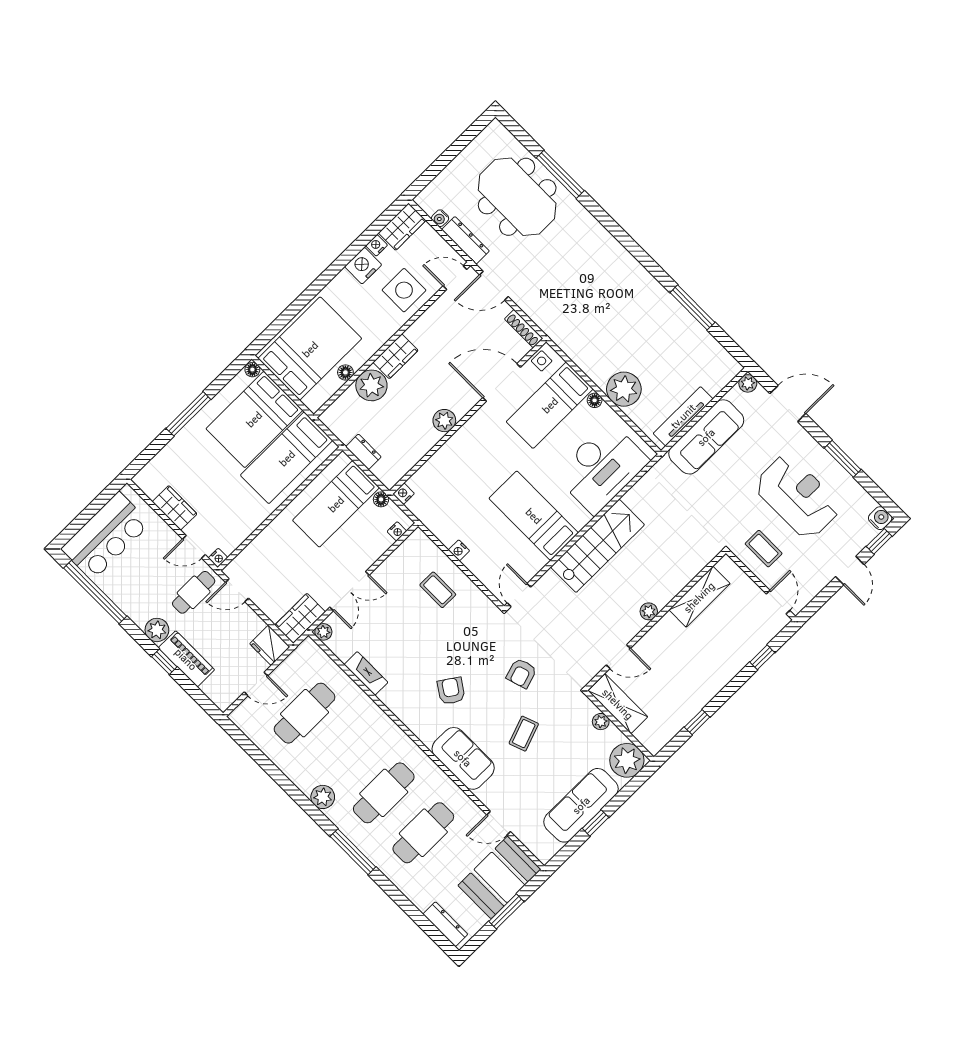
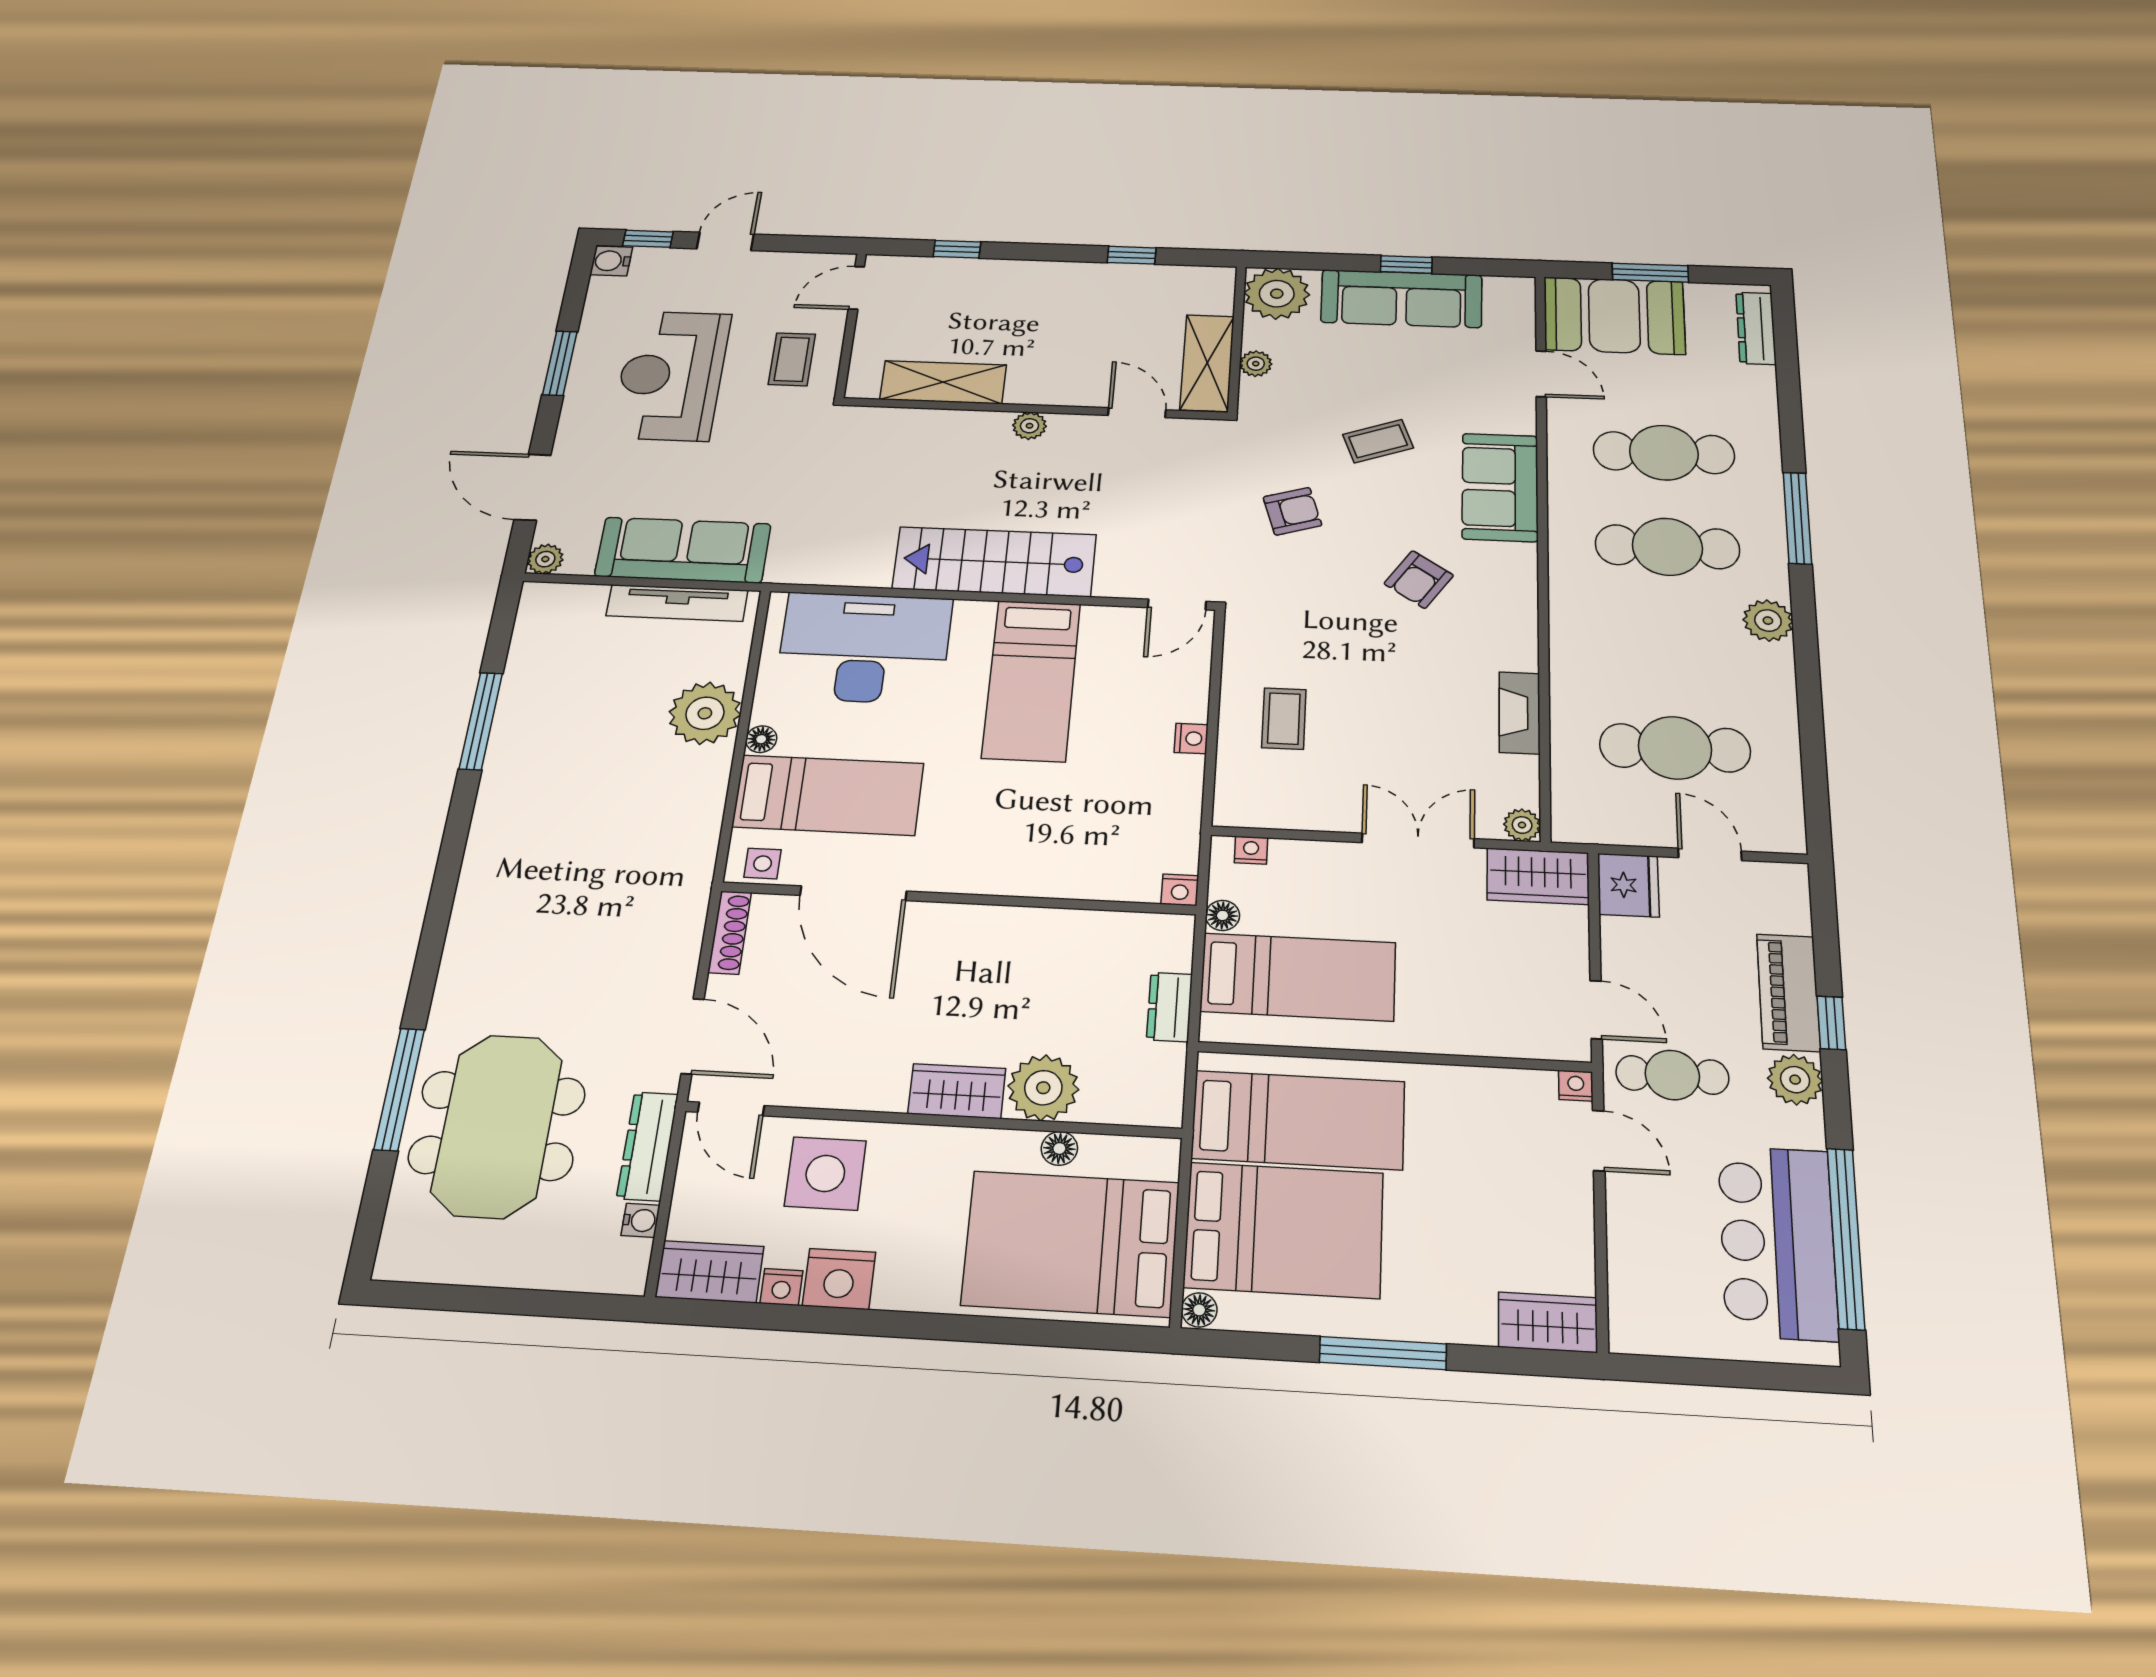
plant: (444, 421) -> (998, 927), removed
wardrobe: (175, 508) -> (1548, 1322), moved, turned 90
bar counter: (106, 536) -> (1778, 1242), moved, turned -90

